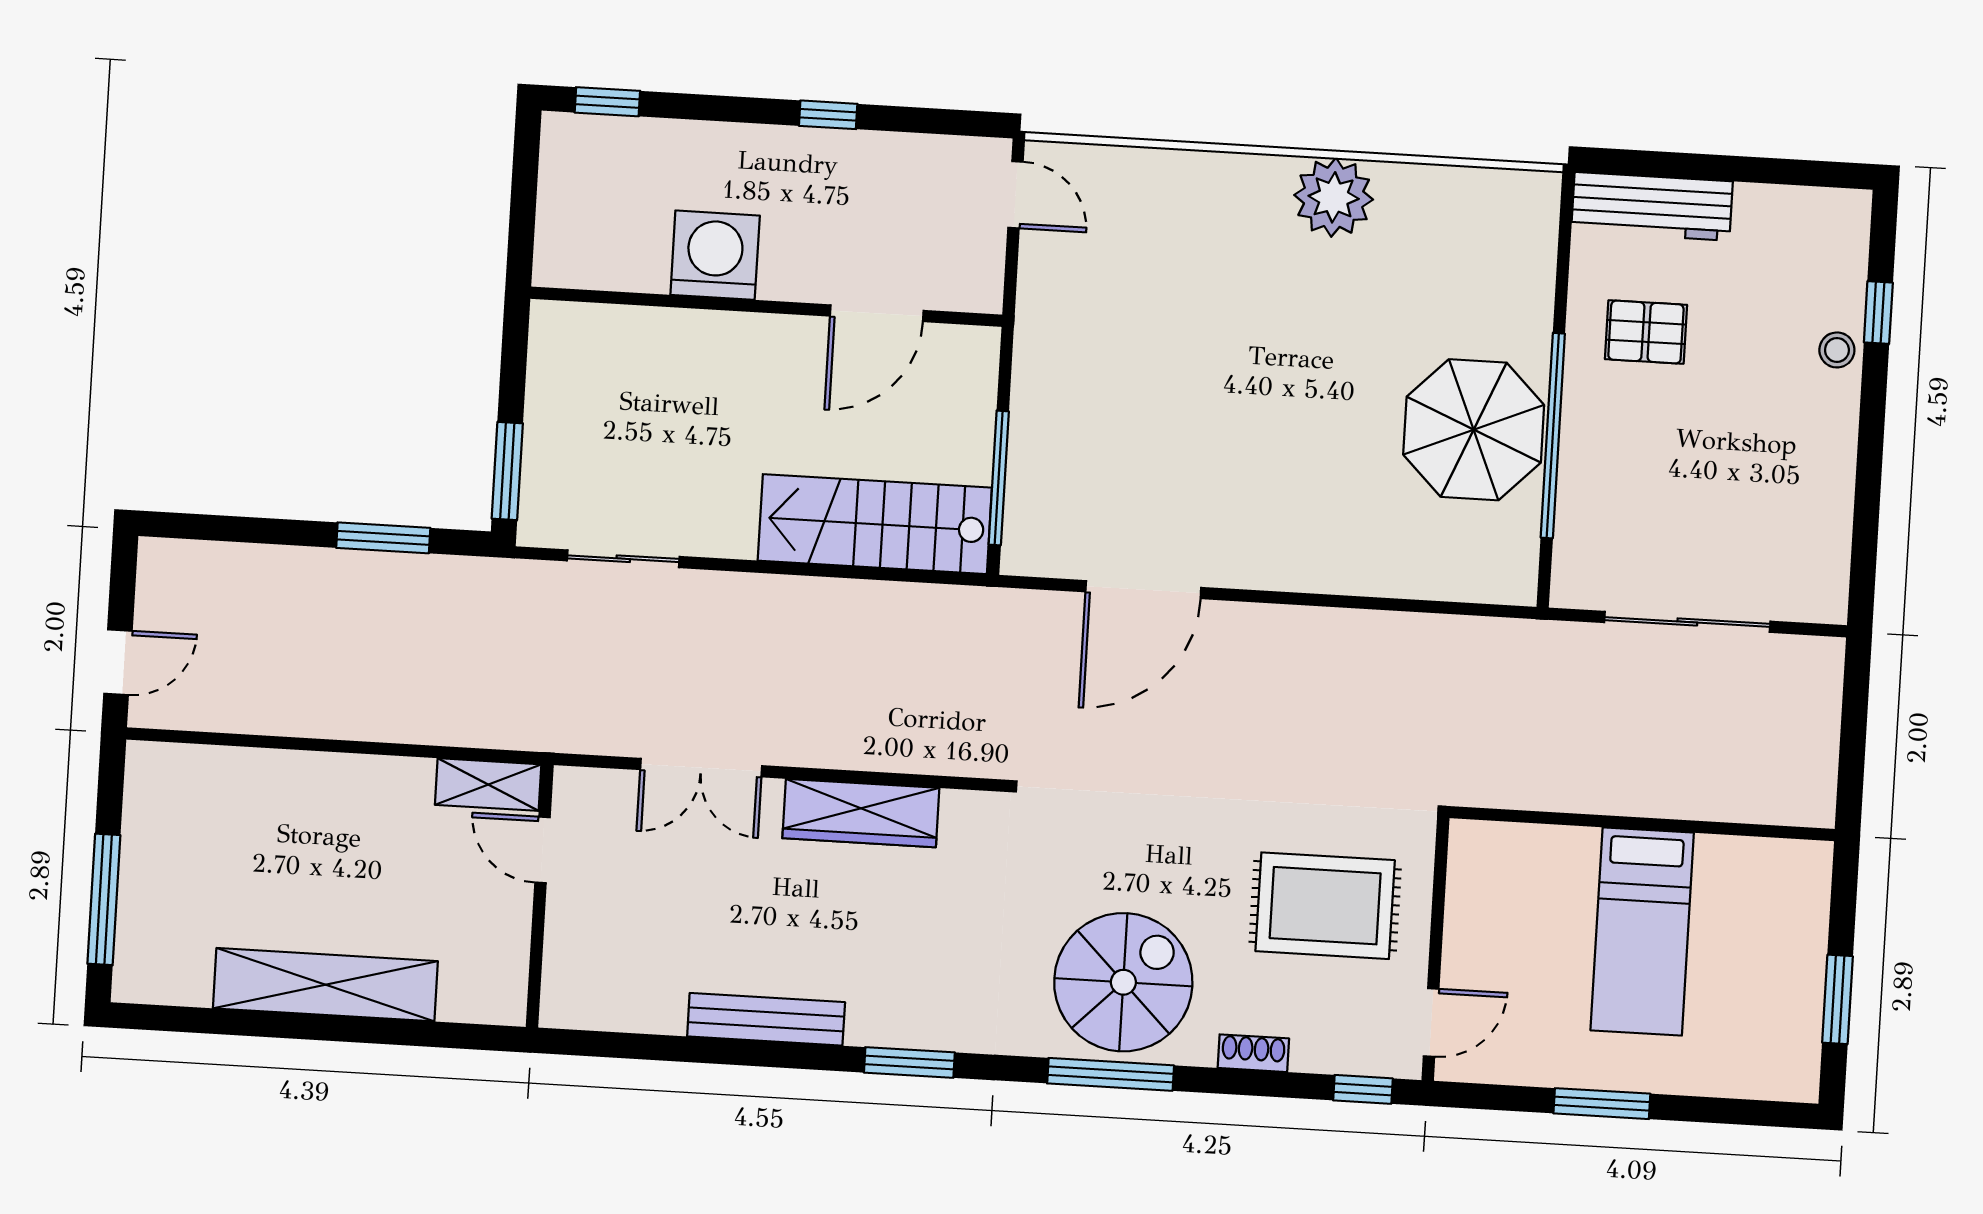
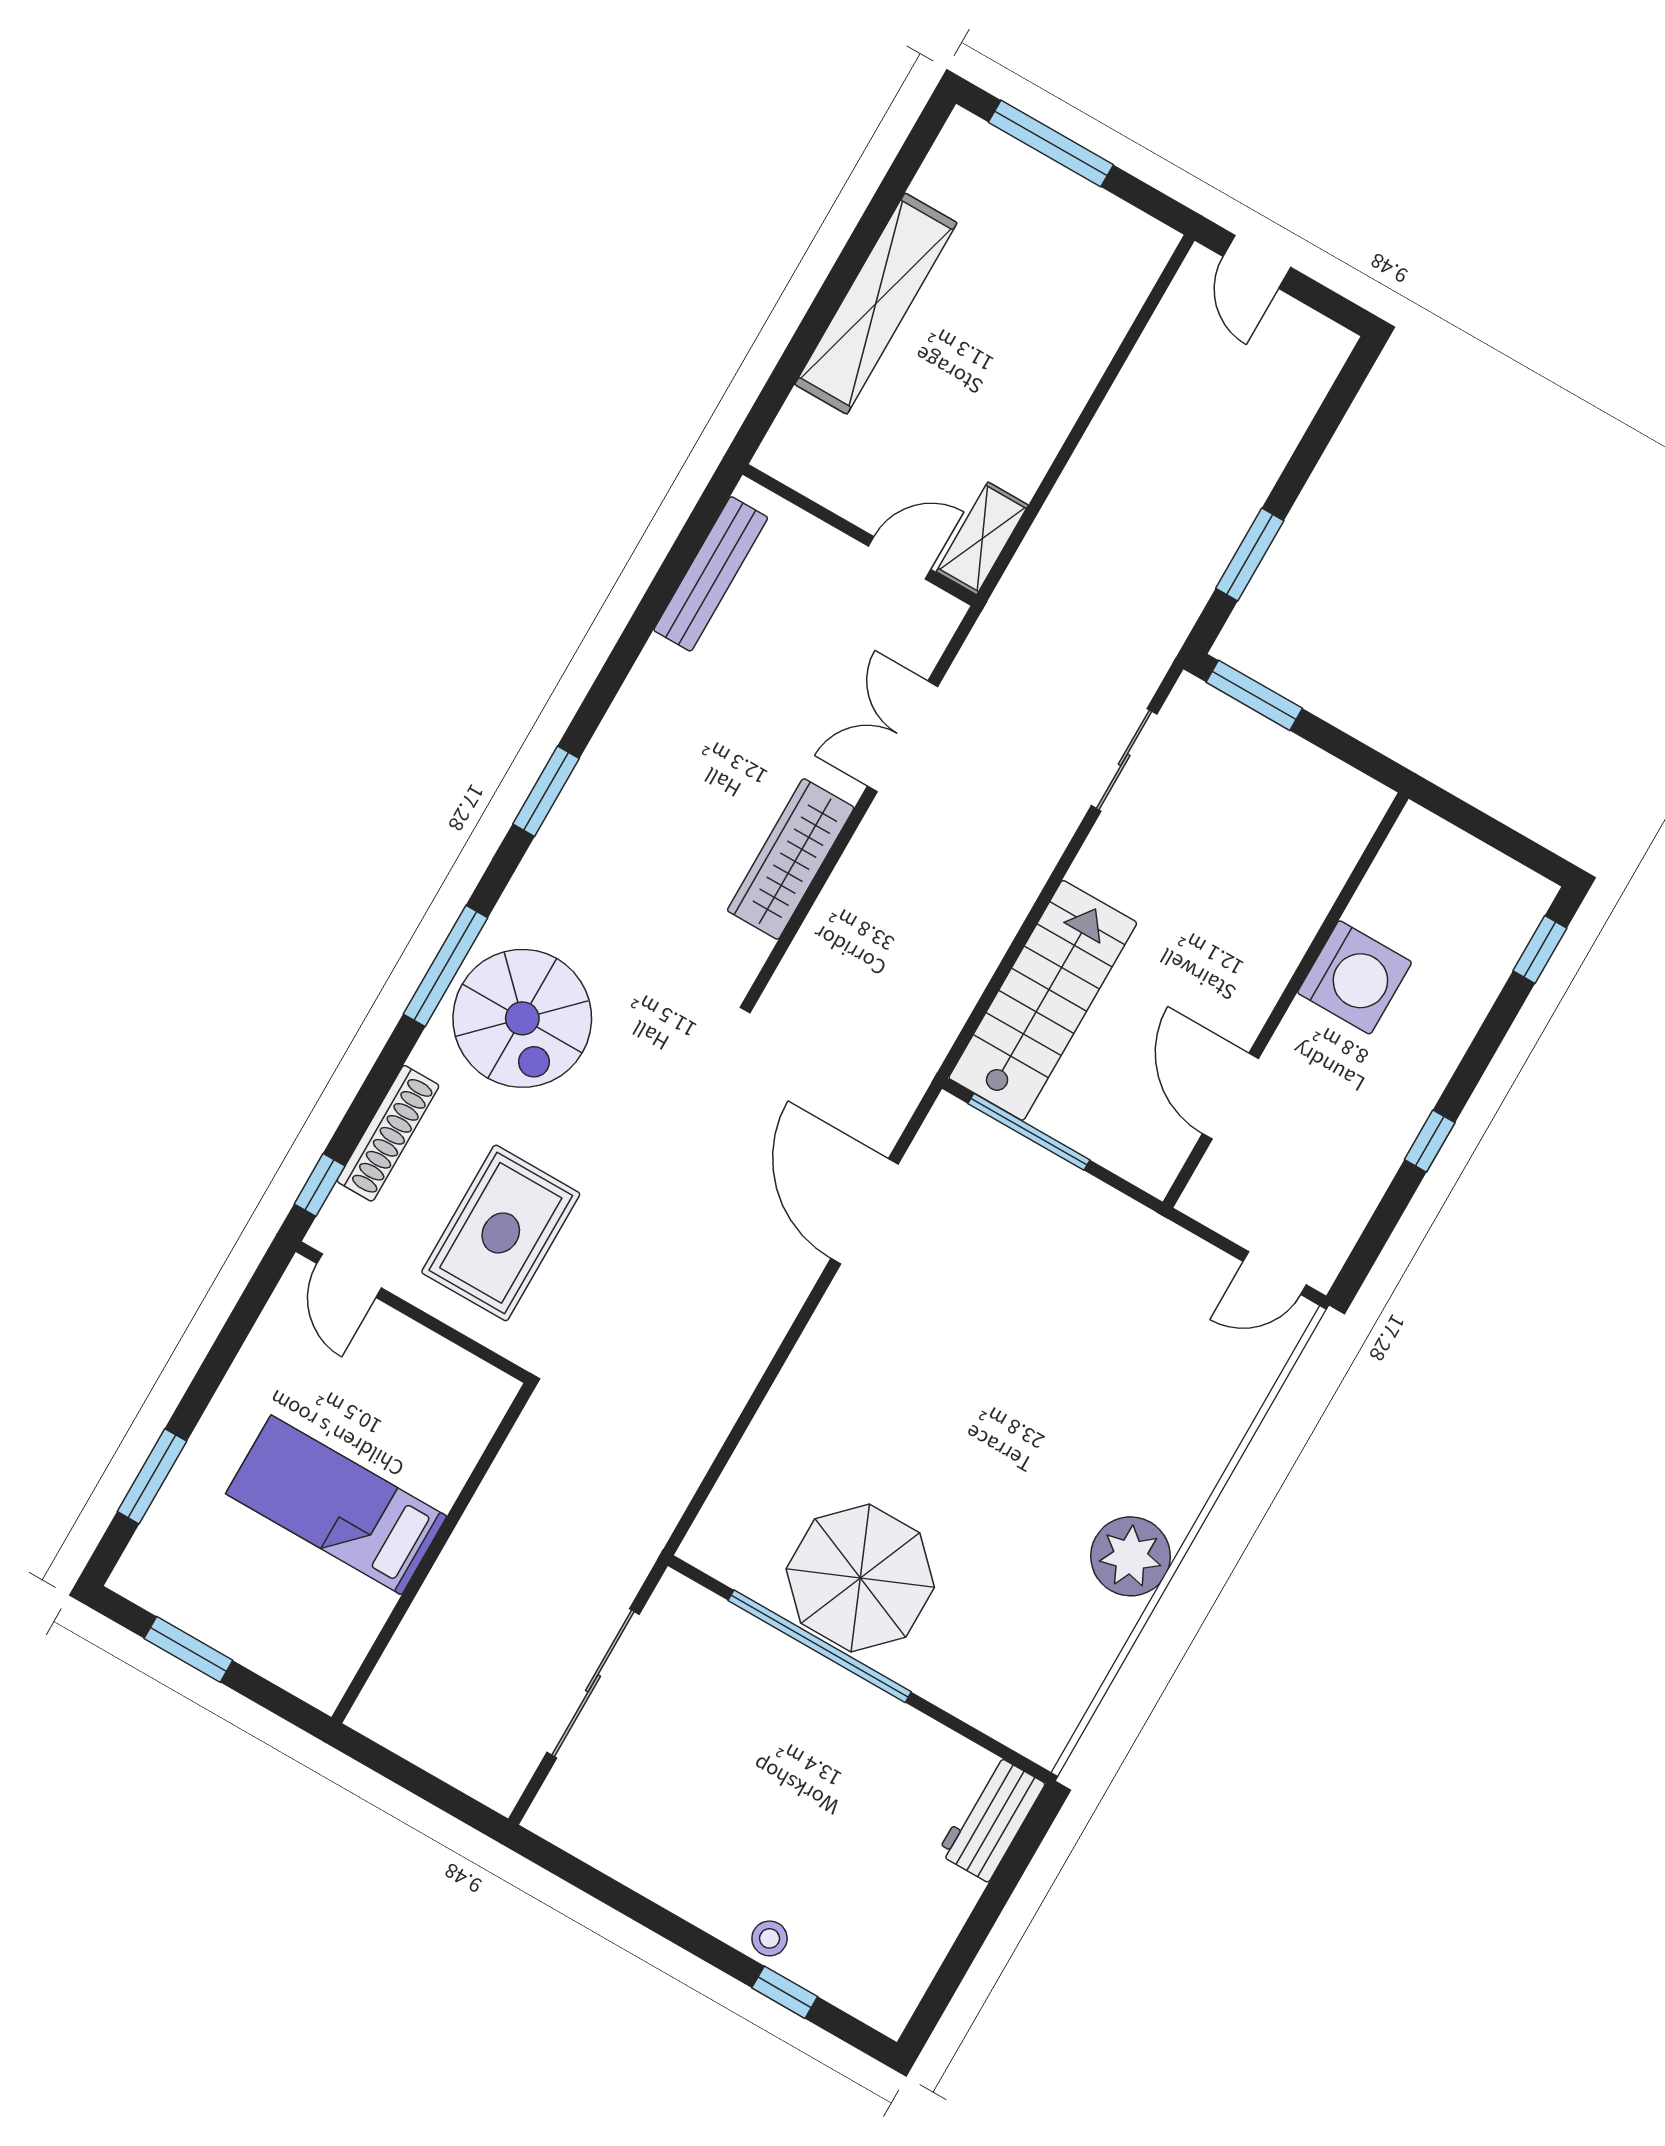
workbench: (1652, 206) -> (991, 1818), width x0.73
pallet: (1646, 332) -> (871, 1776), removed
bench: (766, 1019) -> (711, 574), moved
shoe rack: (1253, 1053) -> (388, 1133), width x1.94, depth x1.24
window: (1602, 1104) -> (152, 1476), moved

